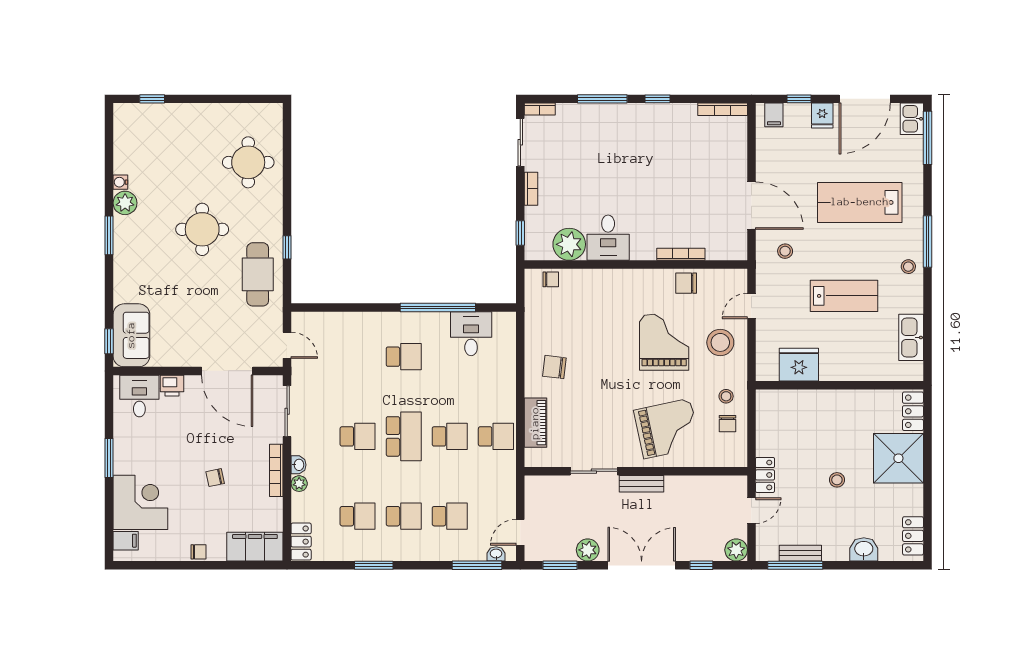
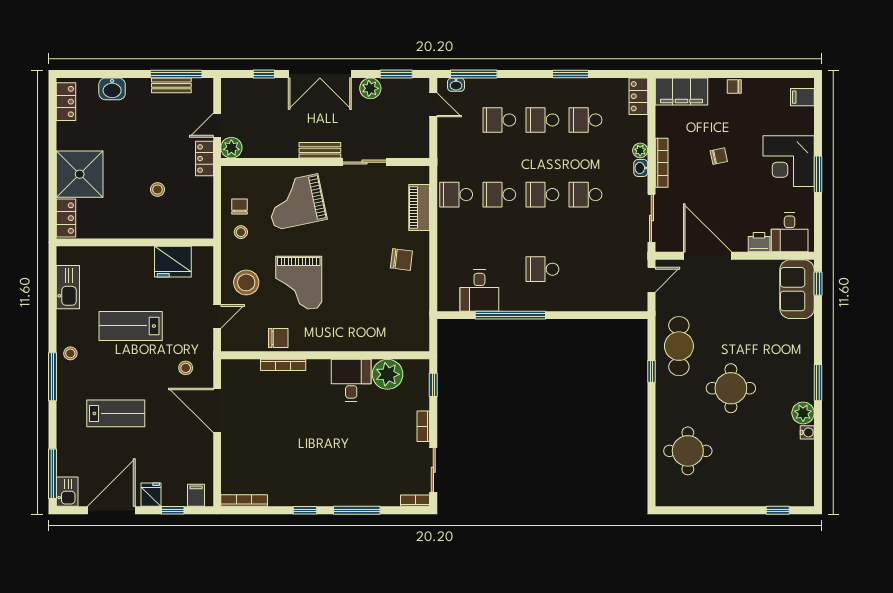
lab bench: (860, 202) -> (116, 413), width x0.73, depth x0.72
chair: (551, 279) -> (405, 341), removed
door: (287, 345) -> (651, 280), swing flipped
school desk: (404, 436) -> (542, 195), width x0.54
stool: (837, 480) -> (157, 190), moved
corner desk: (140, 502) -> (789, 161), moved
door: (520, 532) -> (433, 105), hinge flipped
plant: (736, 550) -> (231, 148), moved

